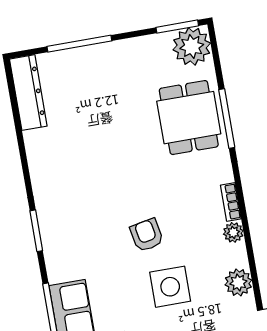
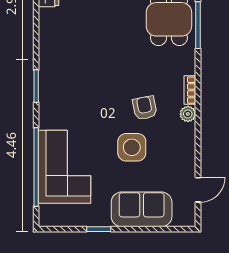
armchair: (147, 235) -> (145, 108), moved
plant: (238, 282) -> (185, 153), removed

